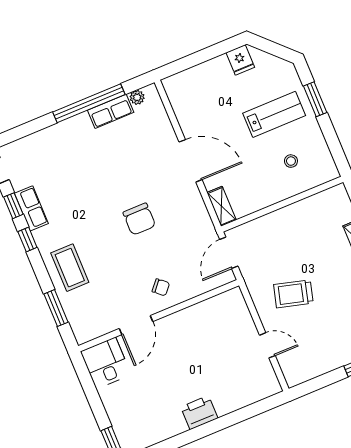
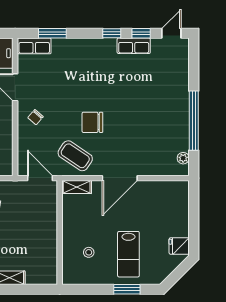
row of seats: (111, 111) -> (34, 46), moved, turned -90
coffee table: (70, 268) -> (75, 156), moved, turned 34

